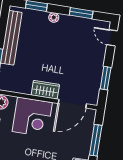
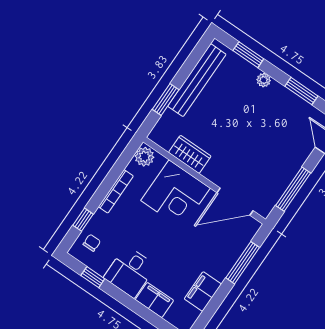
window: (106, 78) -> (293, 189), width x1.44
wardrobe: (45, 90) -> (190, 154), moved

